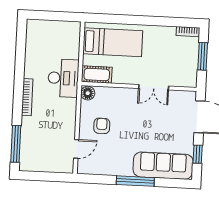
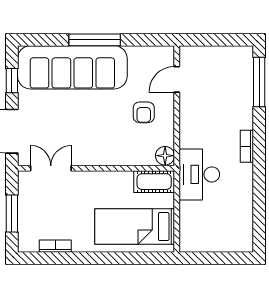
bookcase: (188, 32) -> (55, 246), moved
double door: (154, 87) -> (51, 168), moved
bookcase: (27, 97) -> (247, 146), width x0.64
sofa: (163, 166) -> (72, 67), width x1.36, depth x1.27

